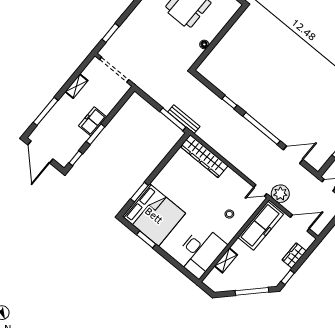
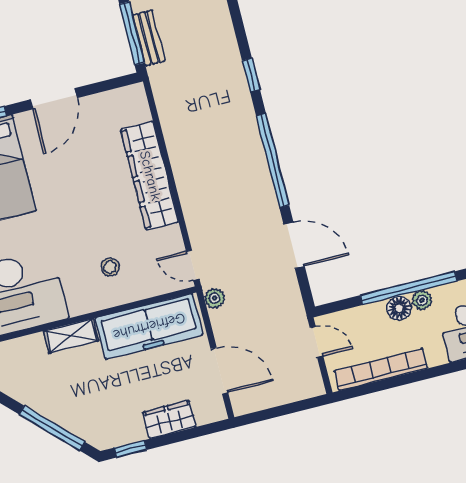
bench: (184, 119) -> (149, 38), width x0.73
wardrobe: (204, 156) -> (150, 176), moved
door: (161, 166) -> (54, 99), added
plant: (280, 194) -> (215, 298), width x0.53, depth x0.53
shelving: (226, 260) -> (71, 336), moved

